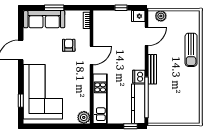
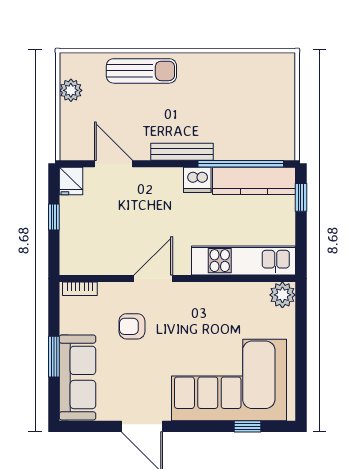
plant: (161, 16) -> (71, 90), moved
door: (92, 55) -> (153, 279), hinge flipped

